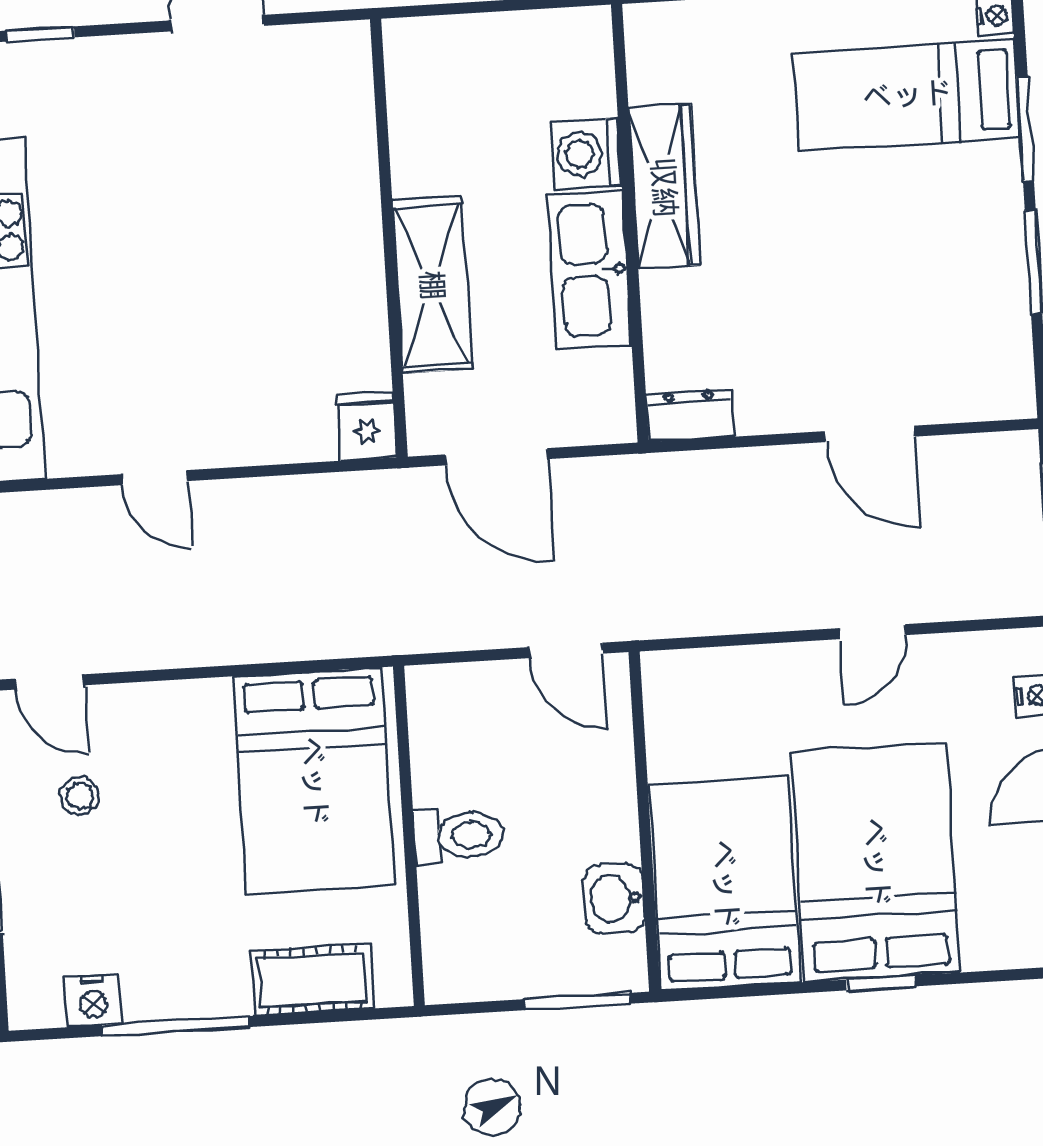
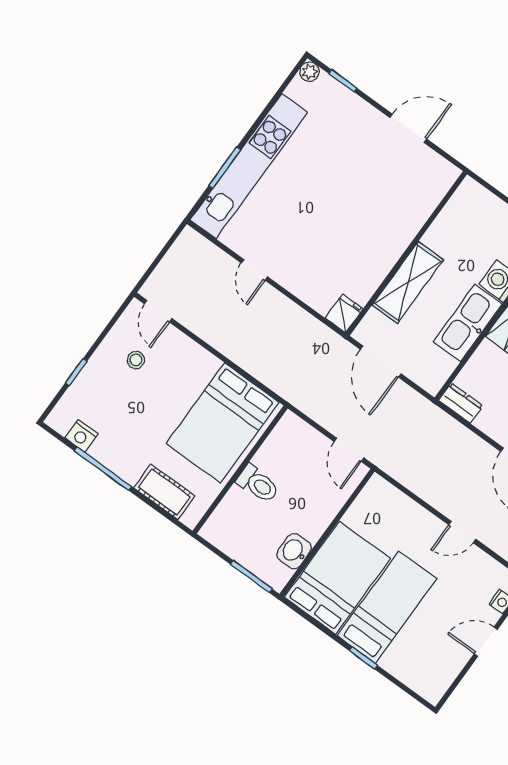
bed: (876, 862) -> (387, 607), width x0.67

